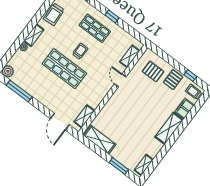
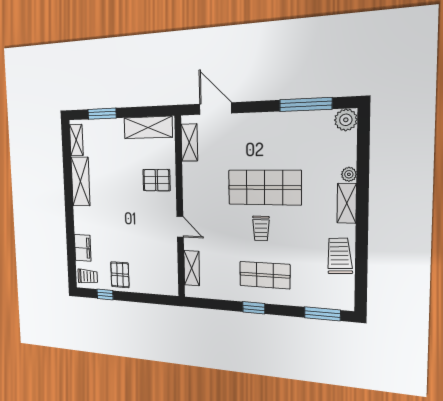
pallet: (153, 72) -> (156, 180), moved
shelving: (169, 128) -> (80, 182), moved

